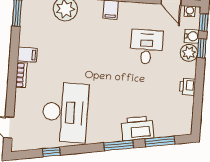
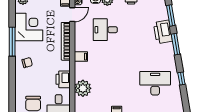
desk: (65, 112) -> (155, 83), width x0.73, depth x0.77
window: (51, 152) -> (181, 78), moved

